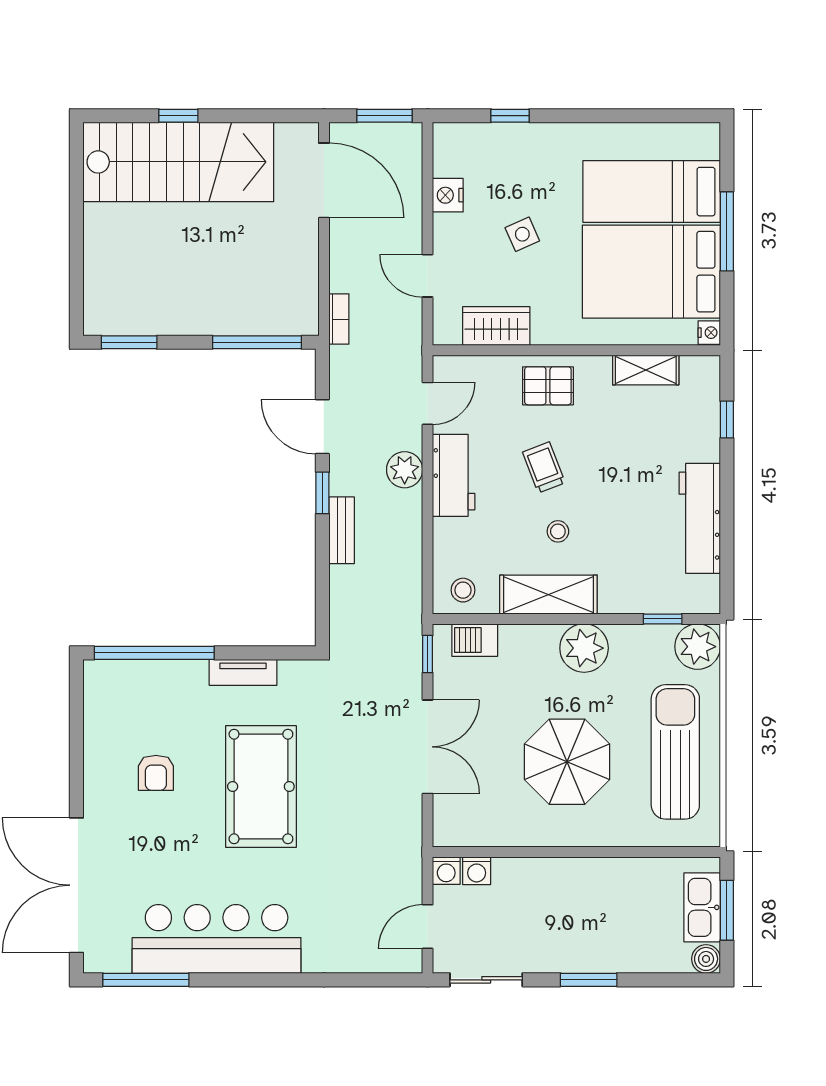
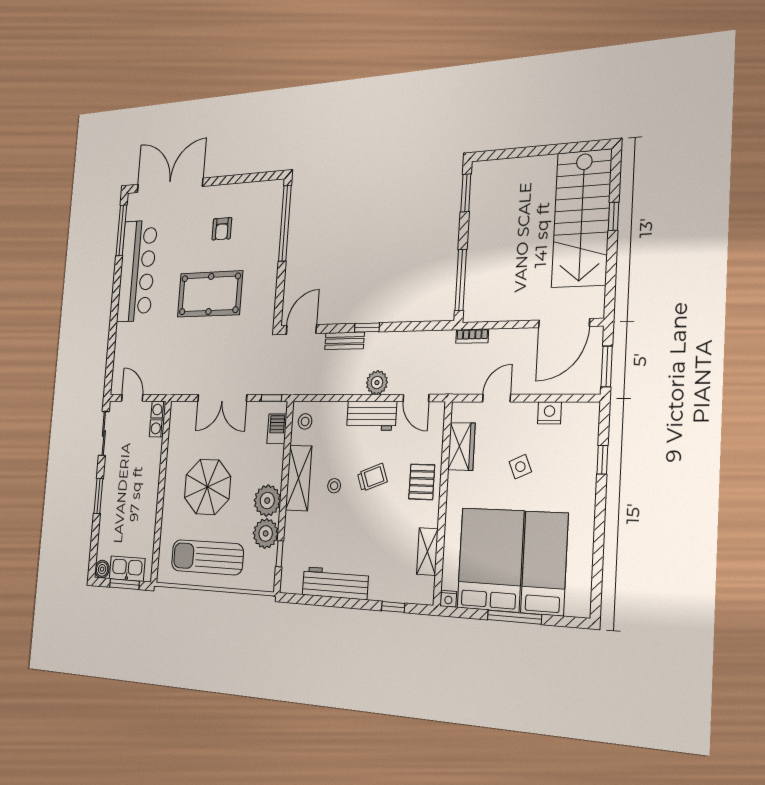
door: (322, 427) -> (301, 329), moved
plant: (698, 647) -> (266, 533), moved
tv unit: (243, 672) -> (270, 280), removed
sun lounger: (675, 752) -> (207, 557), turned 180
armchair: (156, 773) -> (222, 229), turned -90

